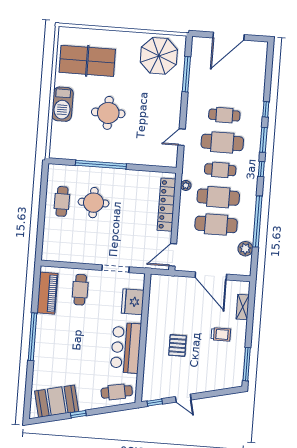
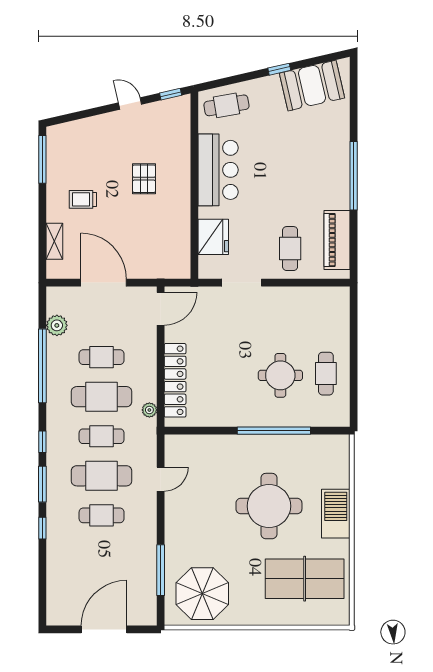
round table: (108, 113) -> (269, 506), width x1.36, depth x1.36
cafe table: (216, 224) -> (102, 357), width x0.73, depth x0.74

